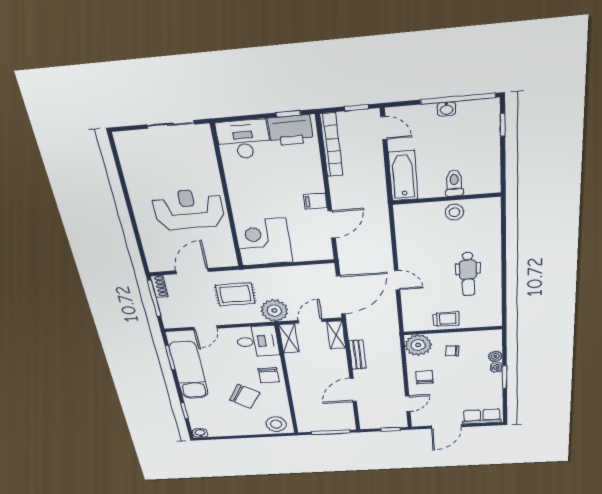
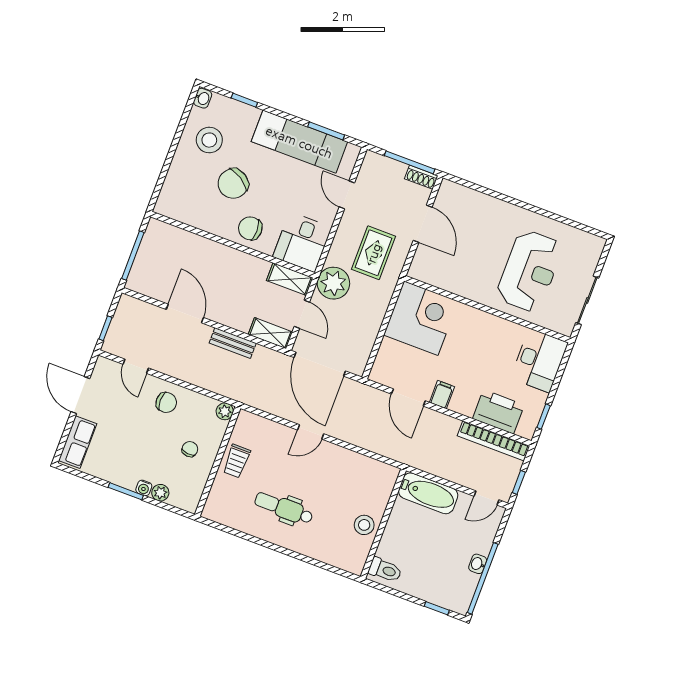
printer: (290, 130) -> (498, 412), moved, turned 90
toilet: (454, 183) -> (385, 570), moved
reception desk: (188, 209) -> (530, 271), moved
plant: (418, 345) -> (225, 411), width x0.53, depth x0.53
stool: (276, 424) -> (209, 140), moved

